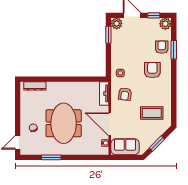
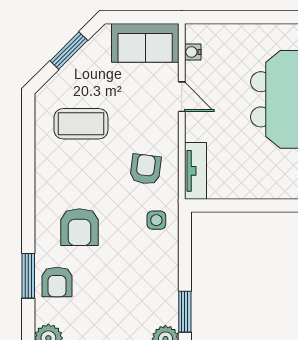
door: (110, 124) -> (182, 97), width x0.53

